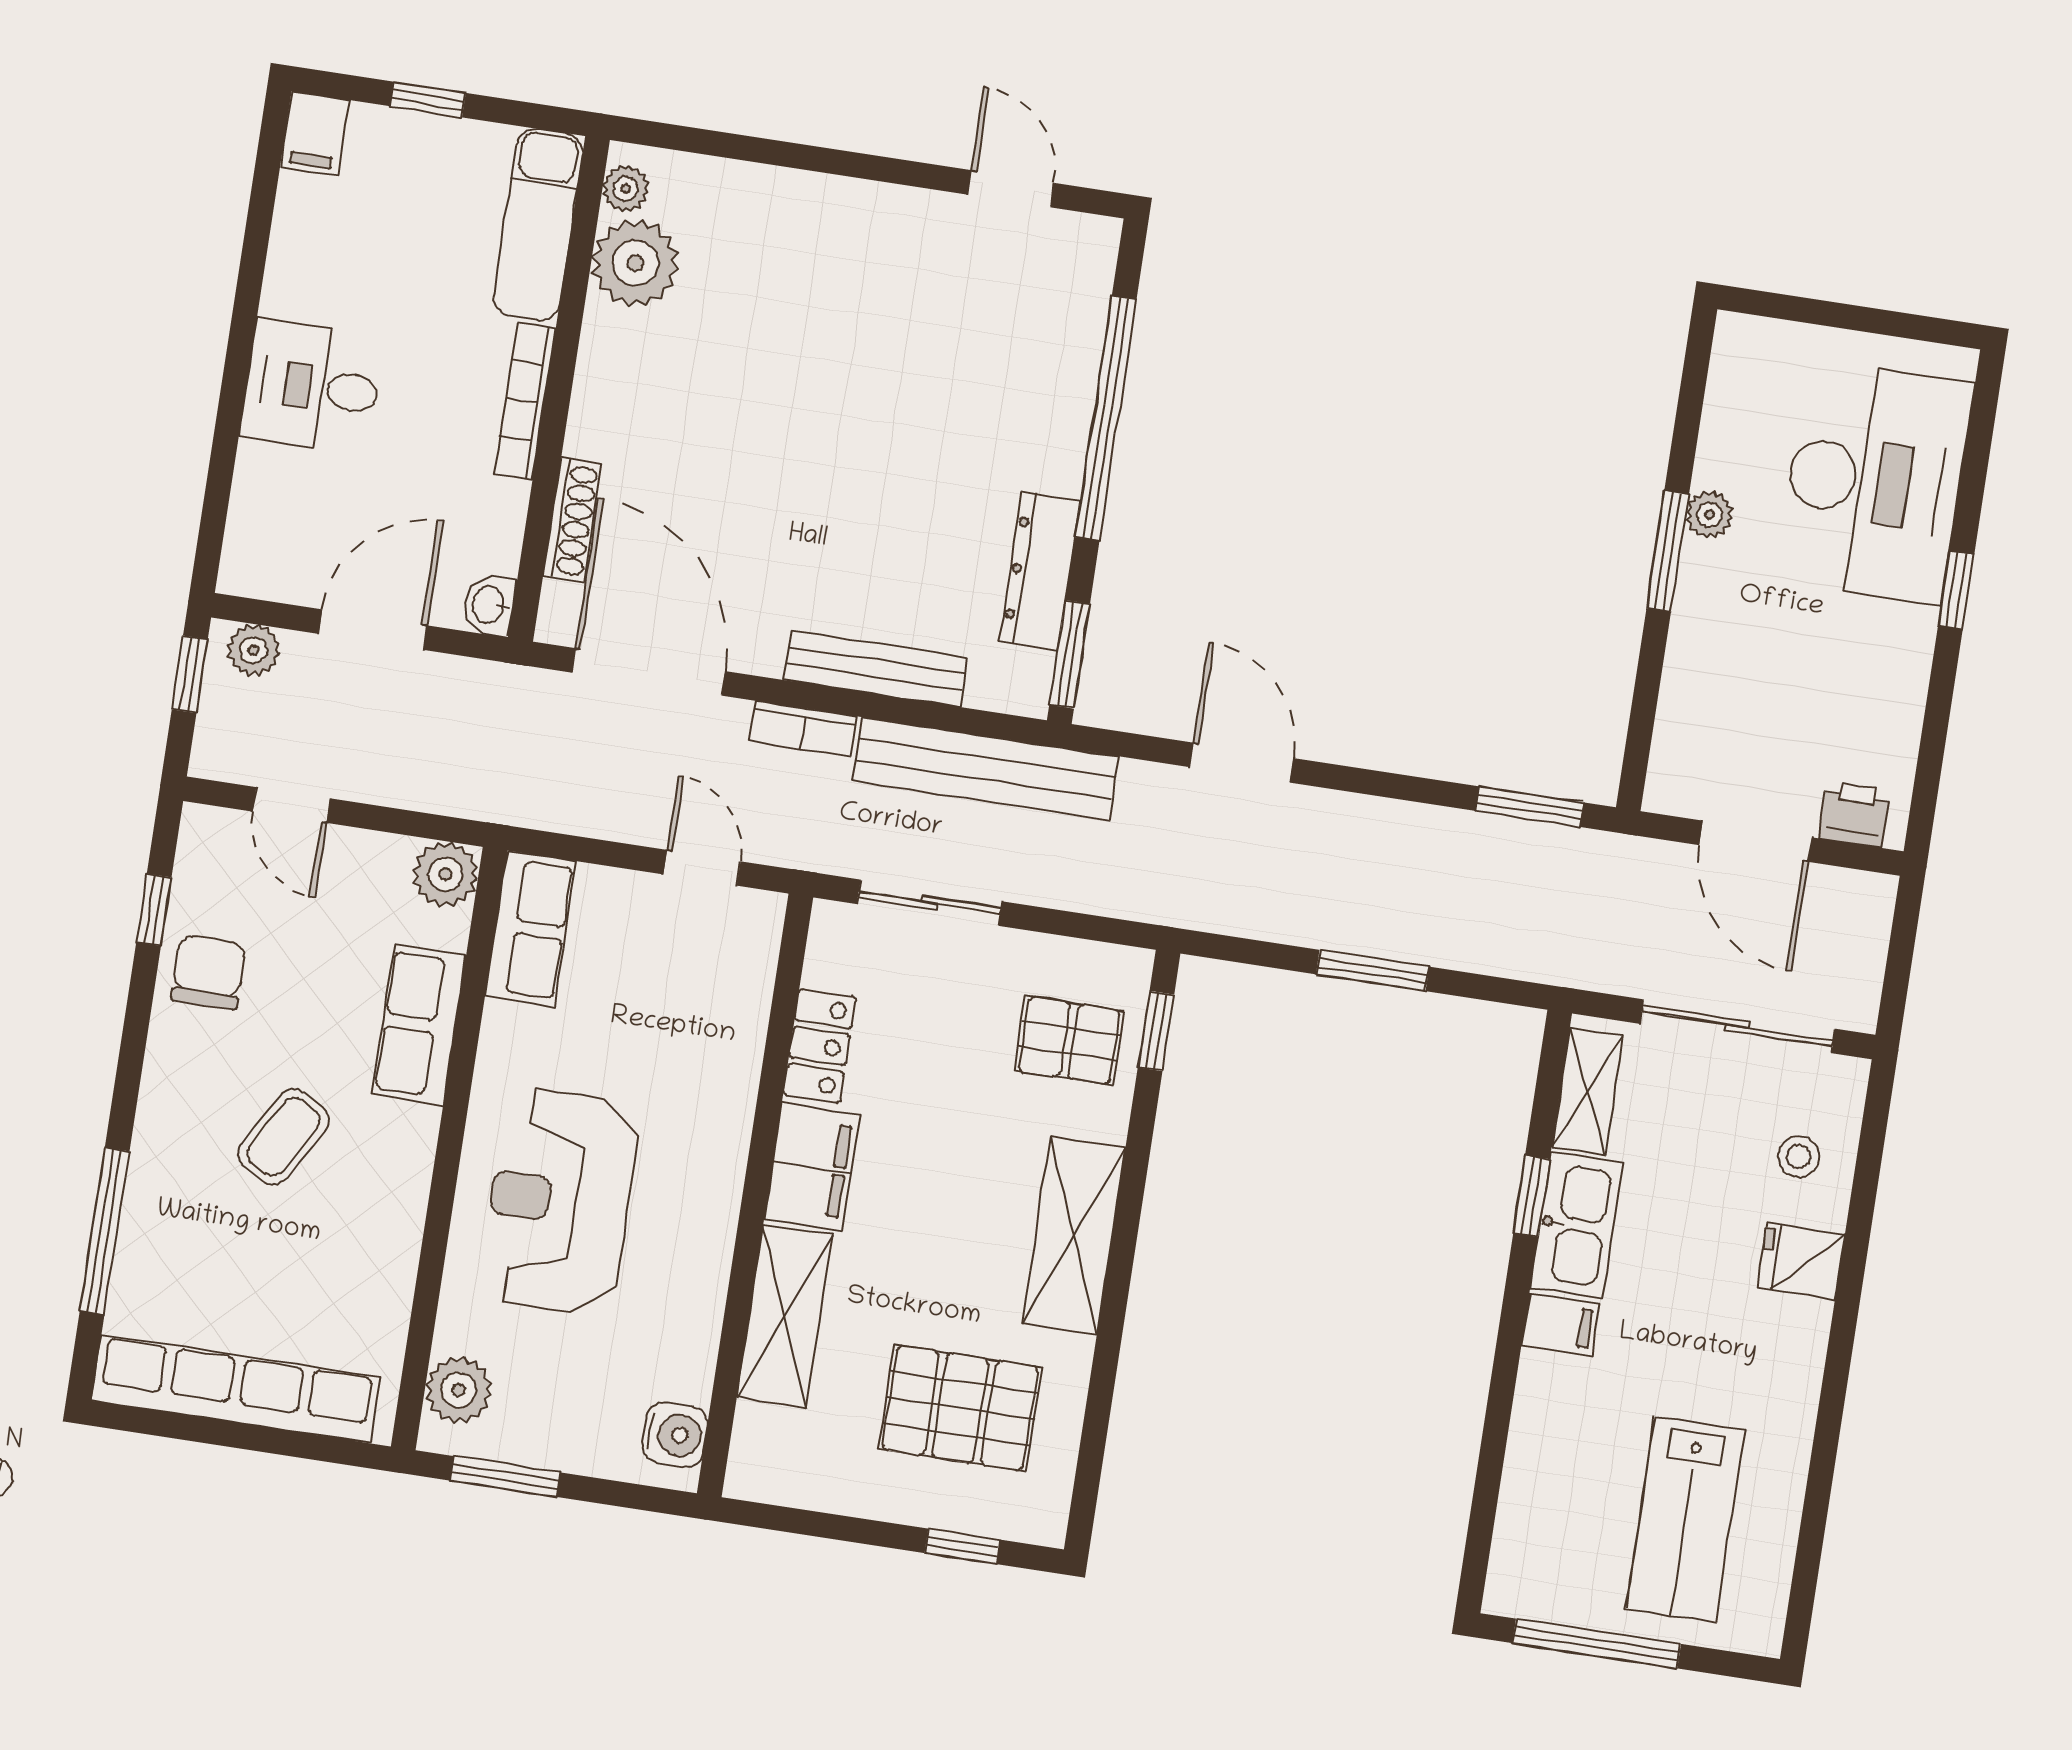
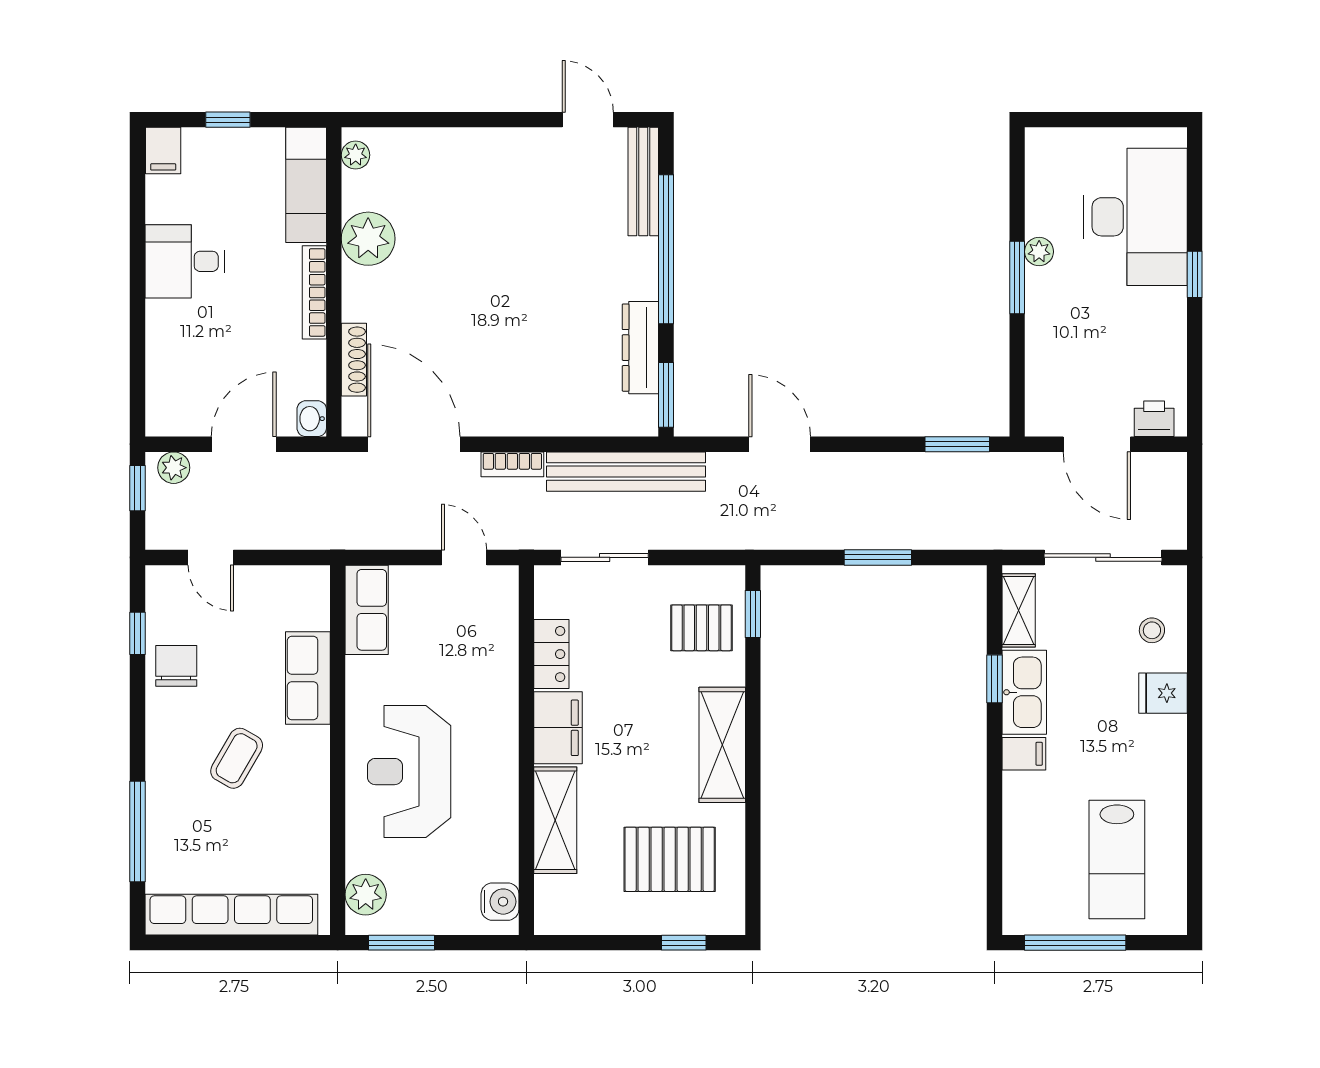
plant: (635, 263) -> (368, 239), moved
desk: (312, 387) -> (185, 261), moved
bench: (875, 669) -> (643, 182), moved, turned 90
plant: (446, 874) -> (310, 585), removed

